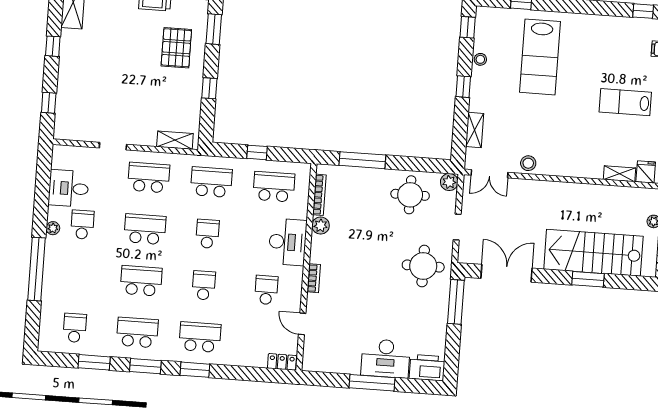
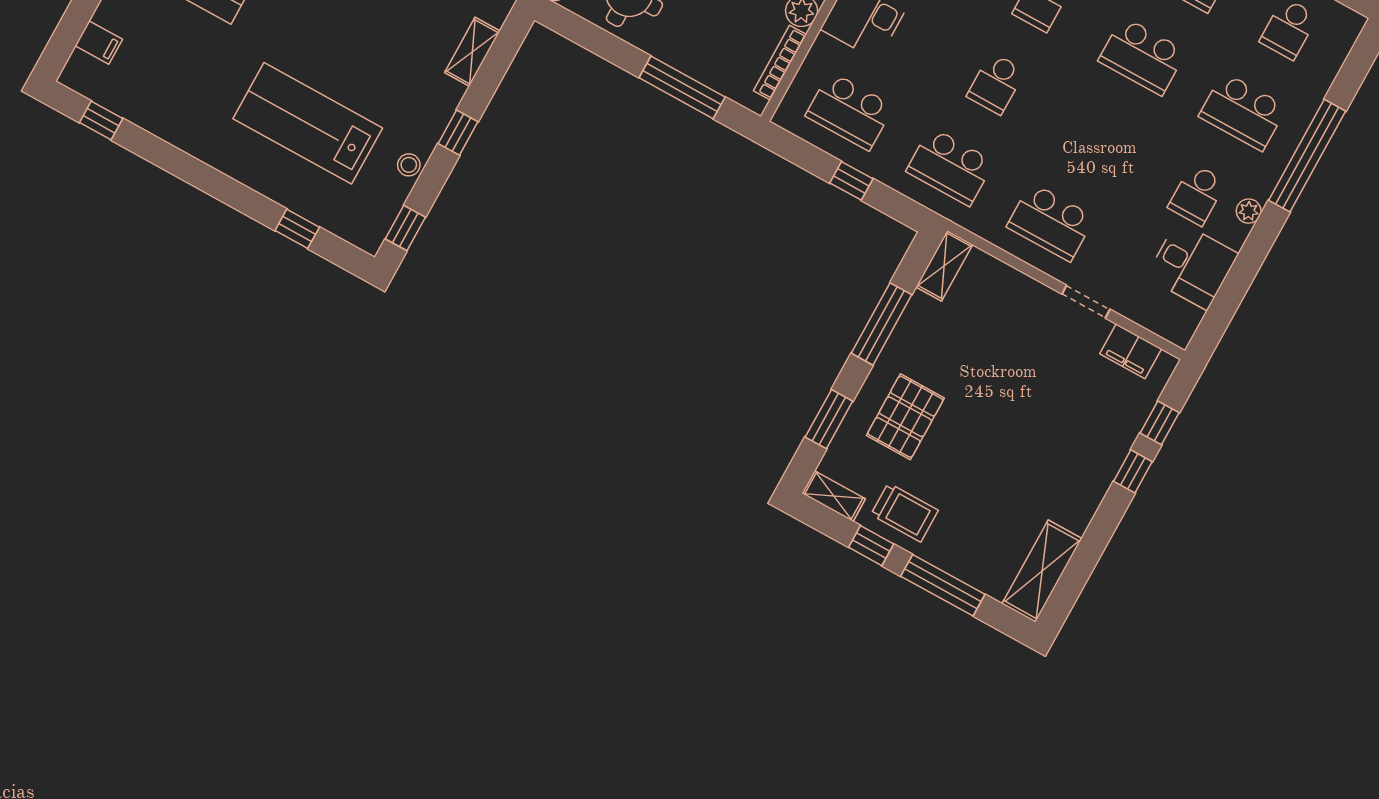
window: (53, 46) -> (1133, 471), moved
lab bench: (540, 57) -> (308, 123), turned -90
window: (209, 88) -> (881, 324), width x2.17
filing cabinet: (80, 132) -> (1131, 351), added
shelving: (175, 140) -> (944, 266), moved, turned 90
school desk: (145, 229) -> (1243, 112), moved

